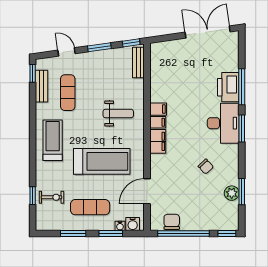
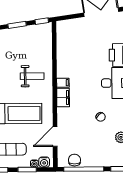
bench: (138, 63) -> (47, 36), removed
filing cabinet: (158, 109) -> (63, 72), removed

